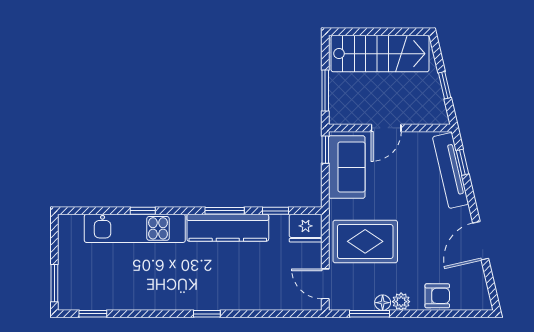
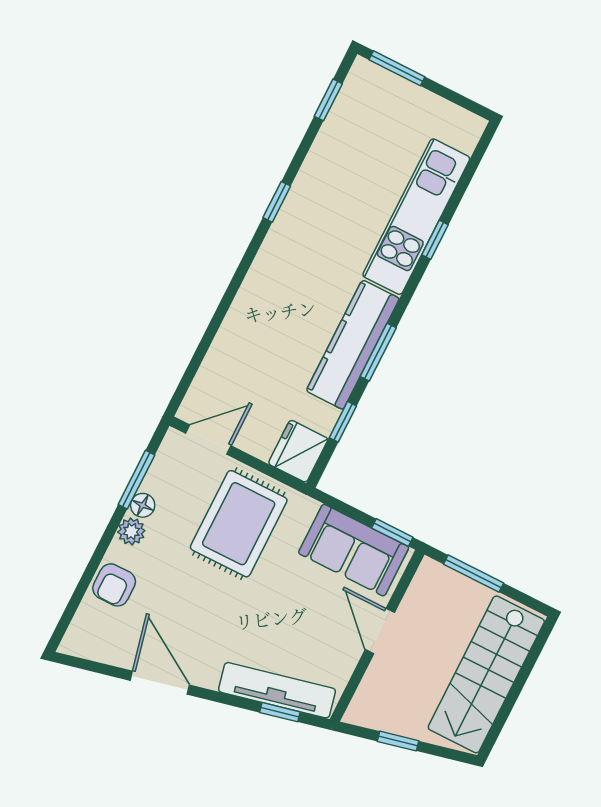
window: (207, 314) -> (277, 202), moved

